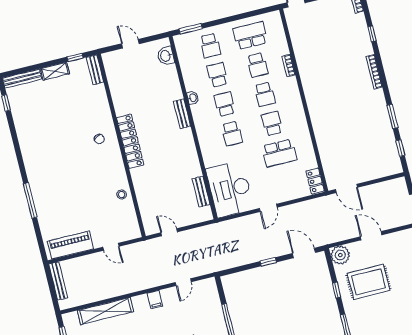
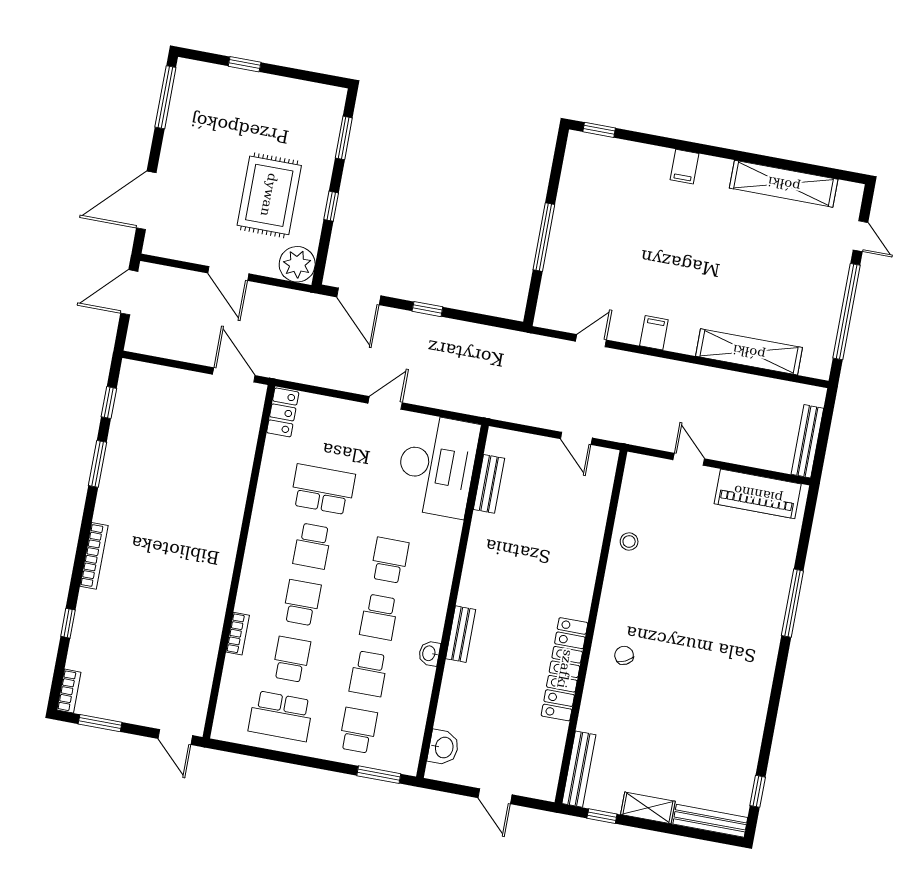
bench: (95, 70) -> (579, 769), width x1.36
locker: (130, 141) -> (565, 669), moved
rug: (369, 282) -> (269, 195), turned 90

